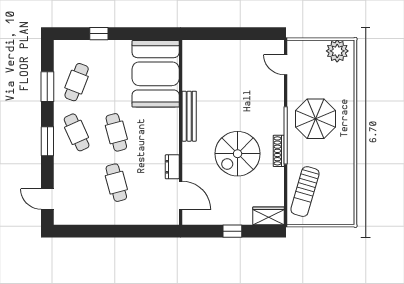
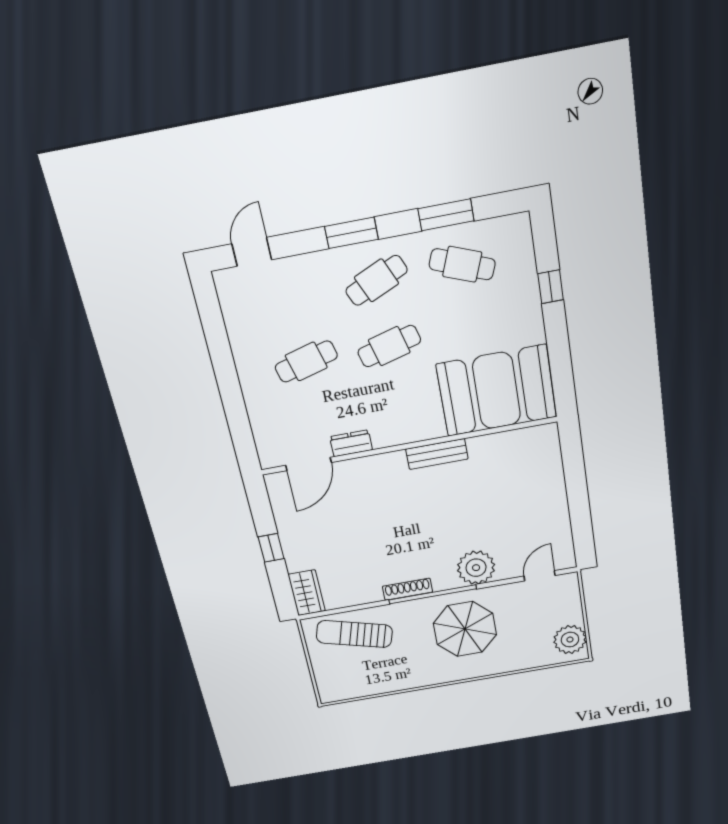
plant: (272, 104) -> (476, 568), added
bench: (189, 116) -> (437, 454), width x0.73
spiral stairs: (238, 154) -> (392, 534), removed

